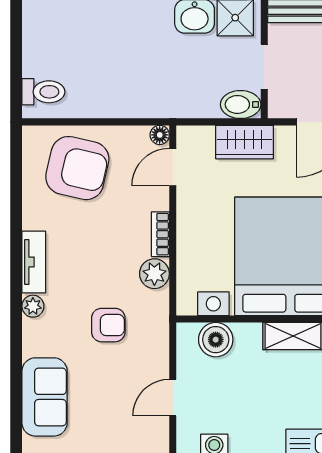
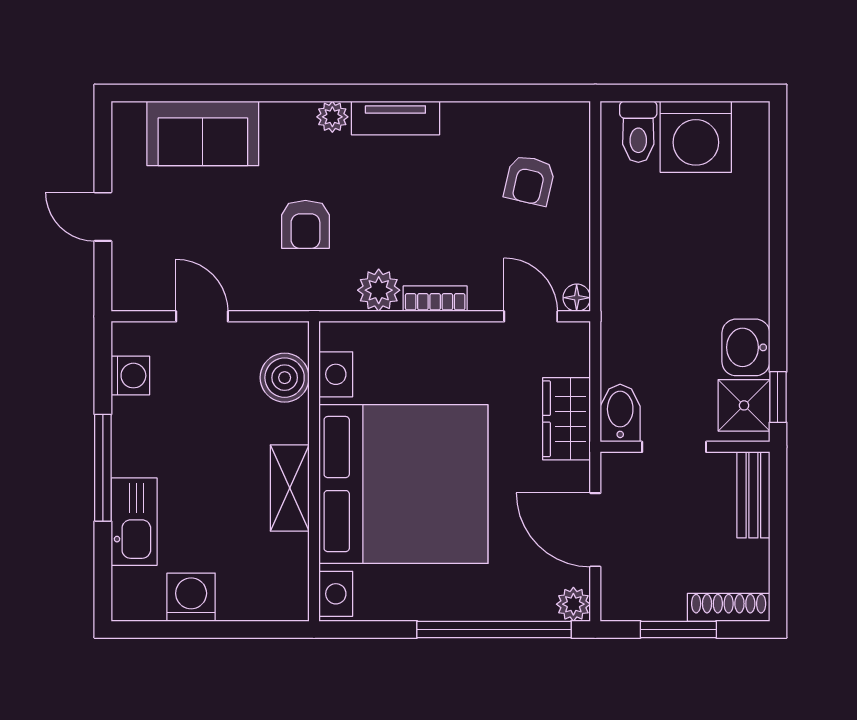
washing machine: (47, 51) -> (696, 137), added
armchair: (77, 168) -> (529, 180), width x0.53, depth x0.53

